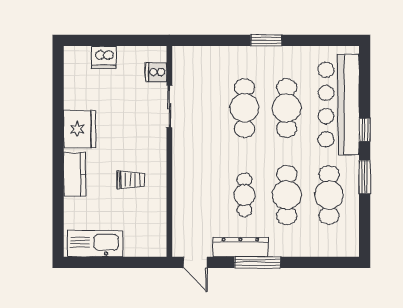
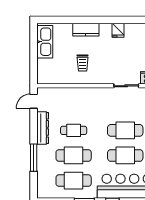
fridge: (80, 129) -> (118, 30), width x0.53, depth x0.75
window: (257, 262) -> (34, 158), moved

